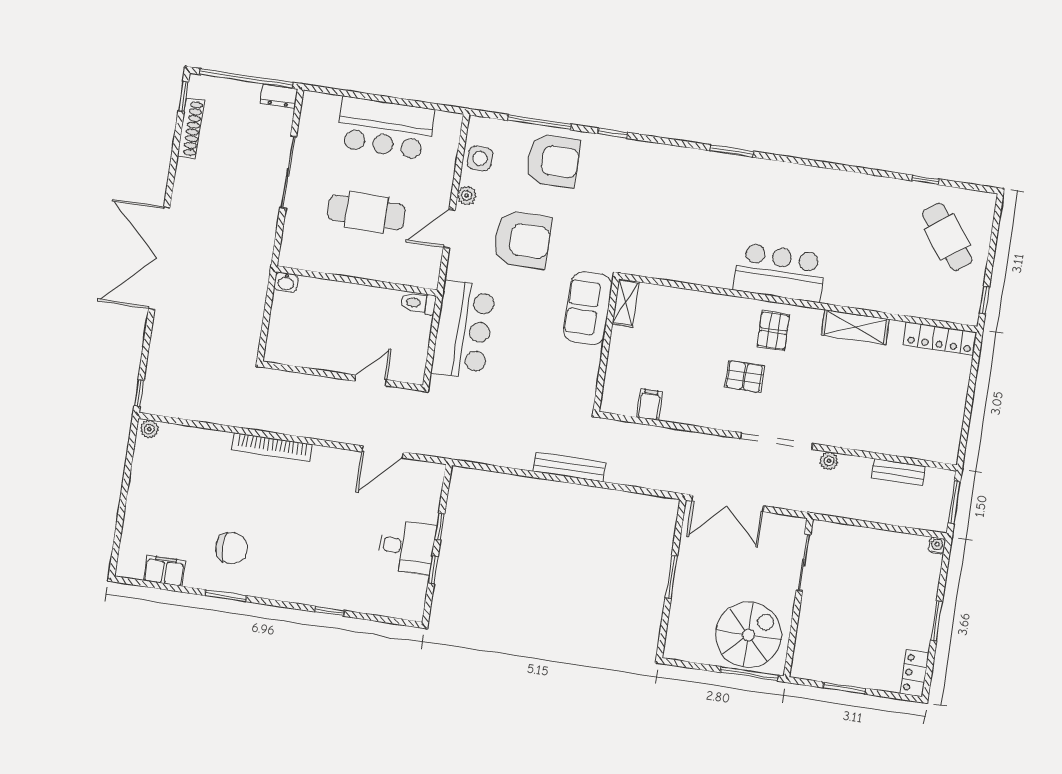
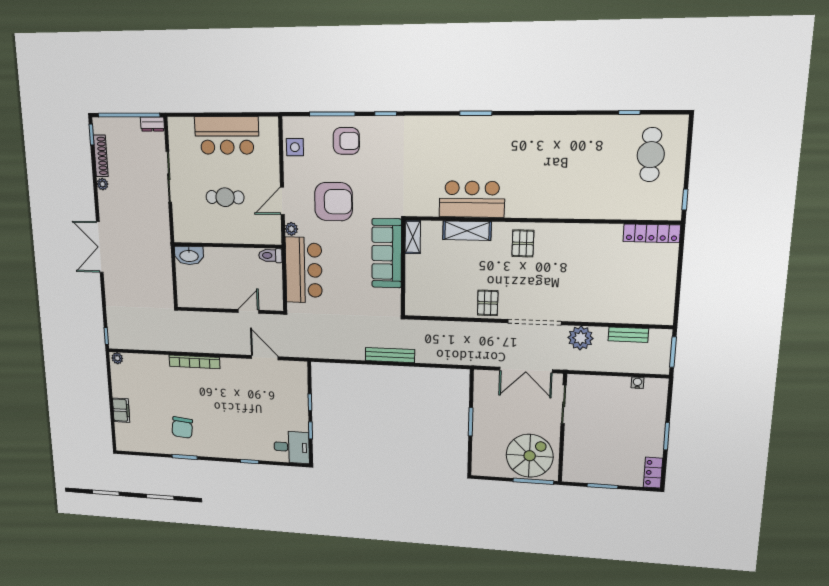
armchair: (553, 161) -> (346, 141), width x0.73, depth x0.73
plant: (184, 168) -> (102, 184), added
plant: (467, 196) -> (291, 229), moved
cafe table: (366, 212) -> (225, 197), width x0.73, depth x0.74
cafe table: (947, 237) -> (651, 155), turned 37
double door: (159, 258) -> (100, 247), width x0.73
bar counter: (780, 272) -> (472, 199), moved
washbasin: (286, 282) -> (189, 255), width x1.91, depth x1.45
sofa: (588, 308) -> (387, 253), width x1.36
shelving: (855, 327) -> (467, 231), moved
pallet: (744, 377) -> (488, 303), moved, turned 90
filing cabinet: (650, 405) -> (440, 307), removed
door: (383, 452) -> (265, 358), swing flipped
plant: (829, 461) -> (581, 338), width x1.88, depth x1.88
double door: (728, 503) -> (526, 370), moved
water cooler: (937, 546) -> (637, 383), moved
desk: (407, 547) -> (292, 447), moved
chair: (232, 548) -> (182, 428), turned 96
filing cabinet: (164, 571) -> (121, 410), moved, turned 90

